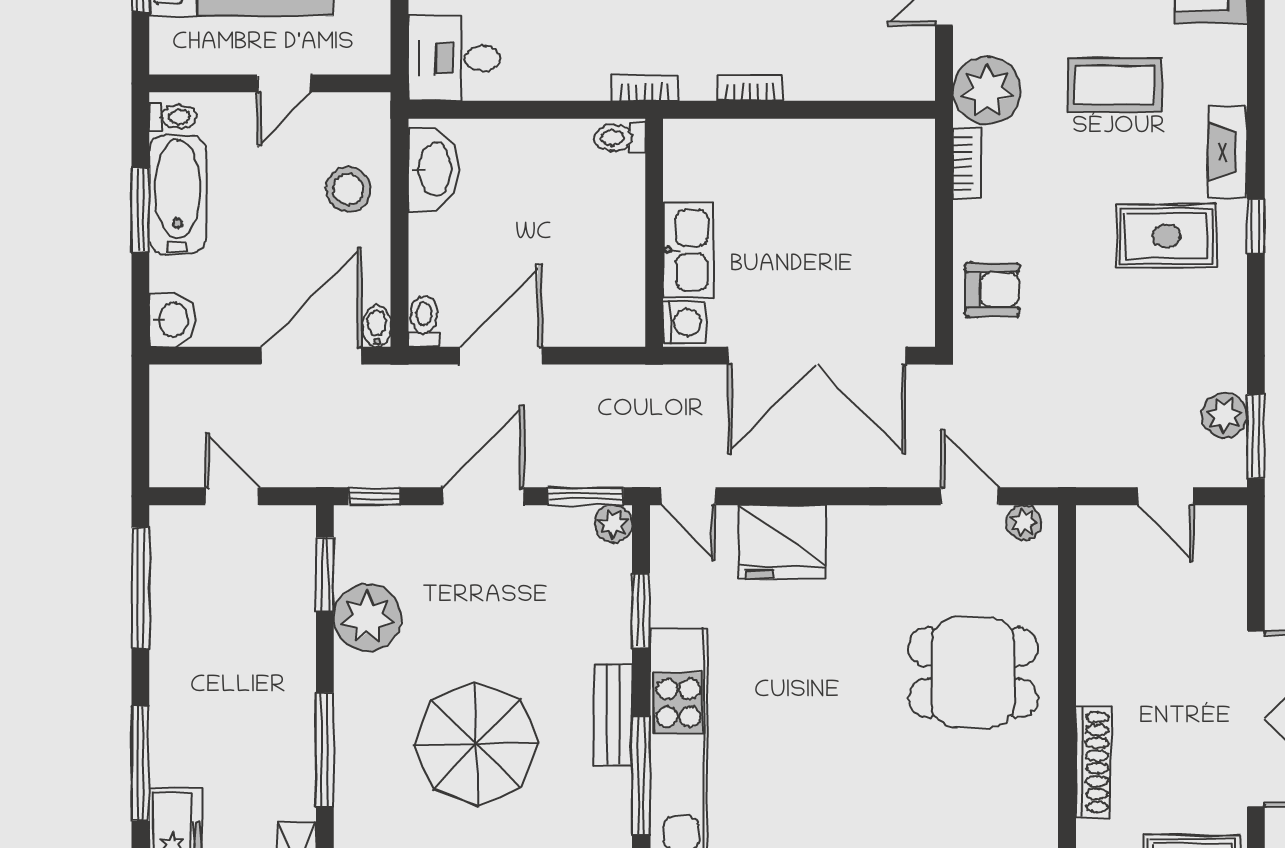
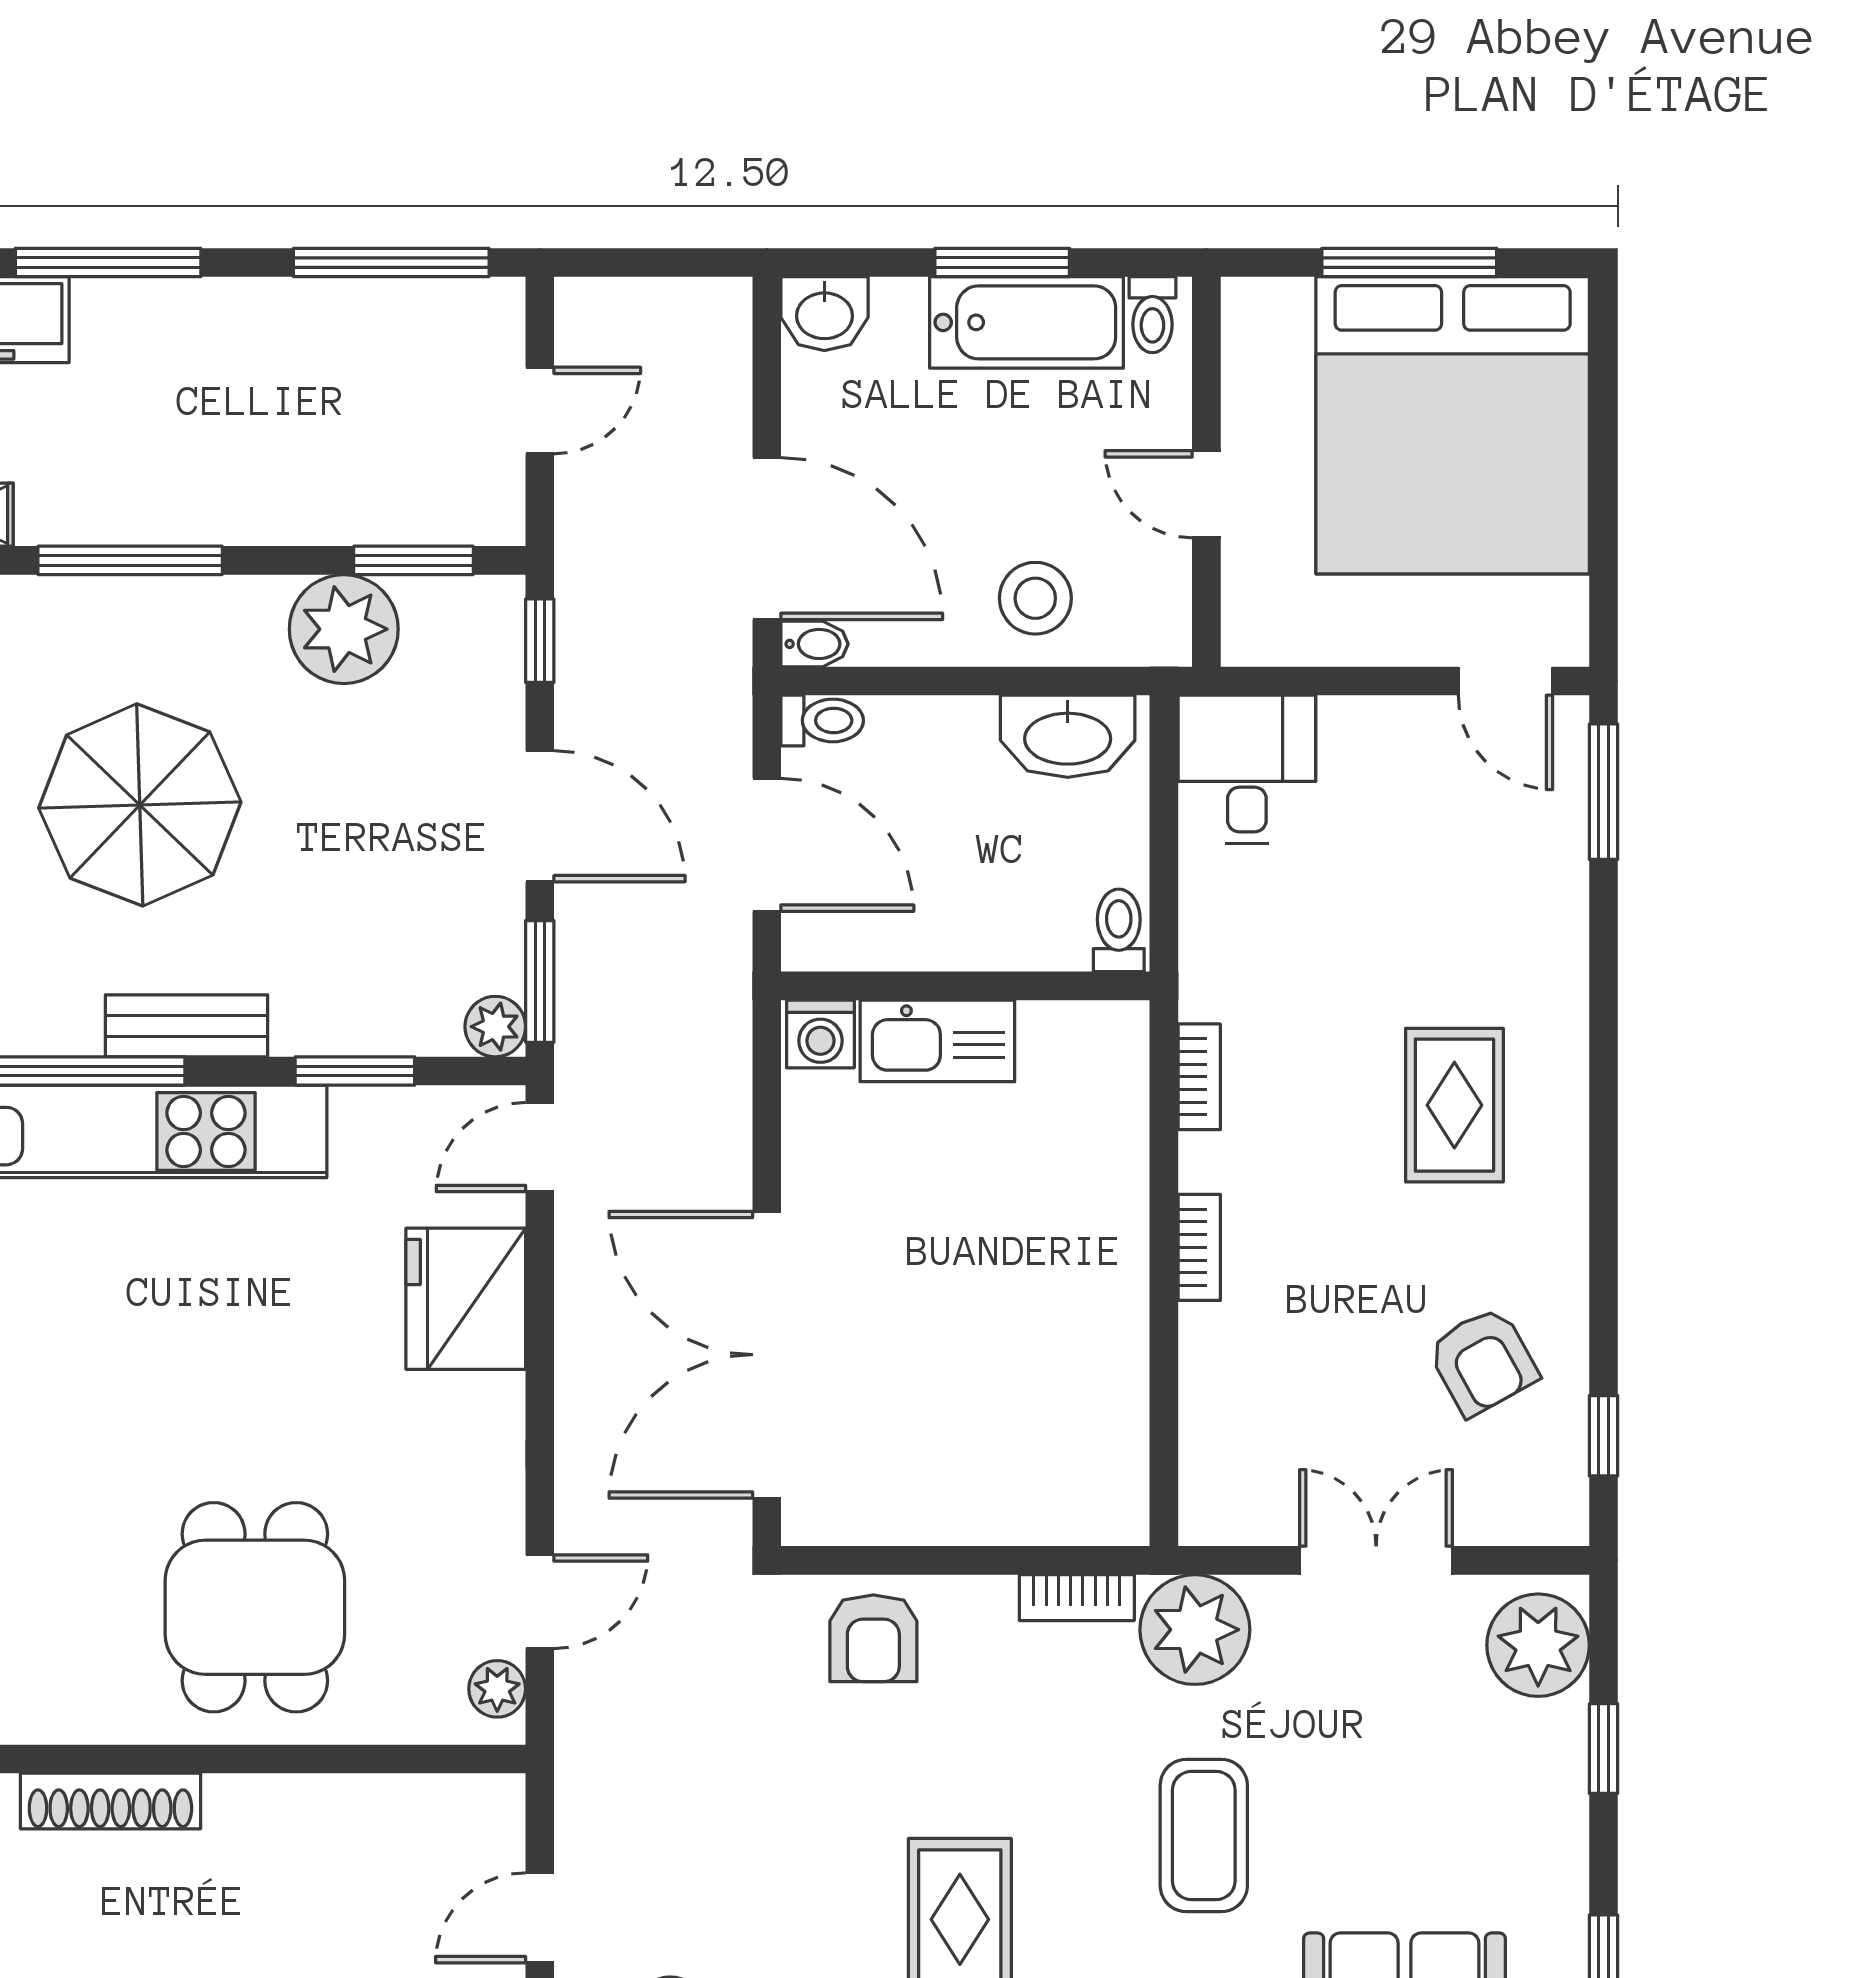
toilet: (620, 138) -> (1119, 930), moved
wall: (654, 233) -> (965, 986), moved
kitchen sink: (688, 250) -> (937, 1041), moved
washing machine: (684, 322) -> (820, 1034), moved

